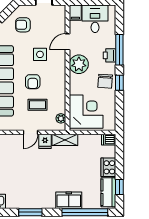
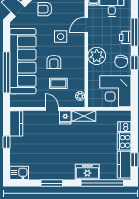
plant: (79, 64) -> (97, 56), moved
corner desk: (86, 112) -> (115, 91), moved, turned 180
door: (31, 132) -> (52, 109), swing flipped
dishwasher: (109, 140) -> (124, 127), moved

